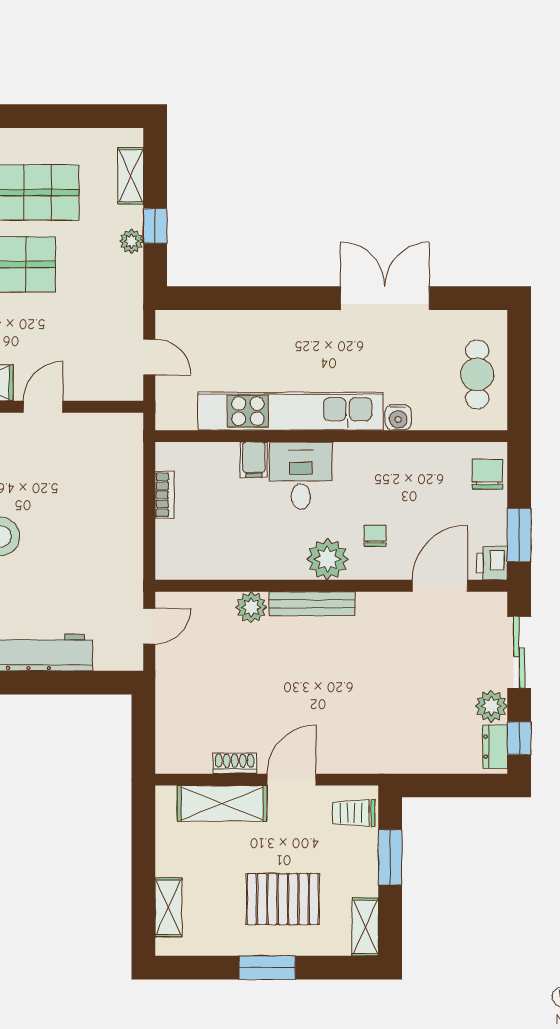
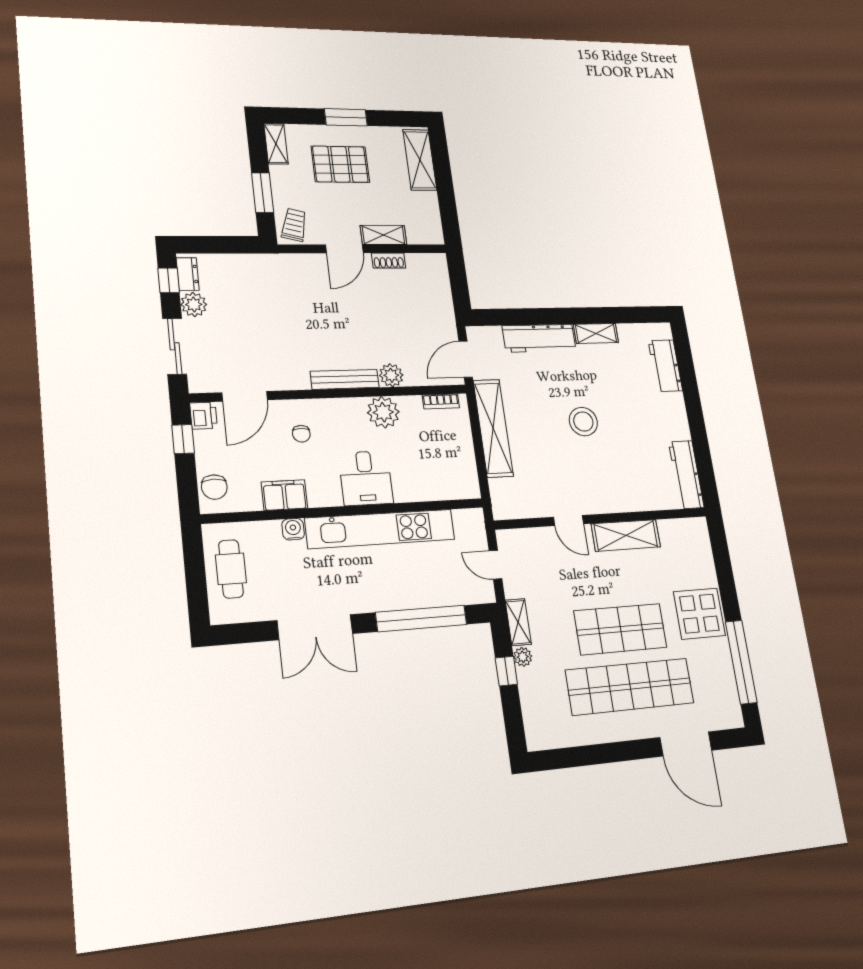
shelving: (131, 176) -> (518, 622), moved
window: (254, 298) -> (421, 618), added
door: (43, 407) -> (568, 521), hinge flipped
filing cabinet: (254, 460) -> (284, 495), moved, width x2.00
bookcase: (165, 495) -> (441, 401), moved, turned -90
shelving: (126, 533) -> (493, 428), added
window: (519, 535) -> (183, 439), width x0.67
plant: (328, 559) -> (383, 412), moved
door: (149, 626) -> (466, 359), width x1.38
shelving: (222, 803) -> (383, 235), width x0.67, depth x0.75
trolley: (354, 813) -> (294, 225), turned -76
shelving: (168, 907) -> (420, 160), width x1.50, depth x1.33

